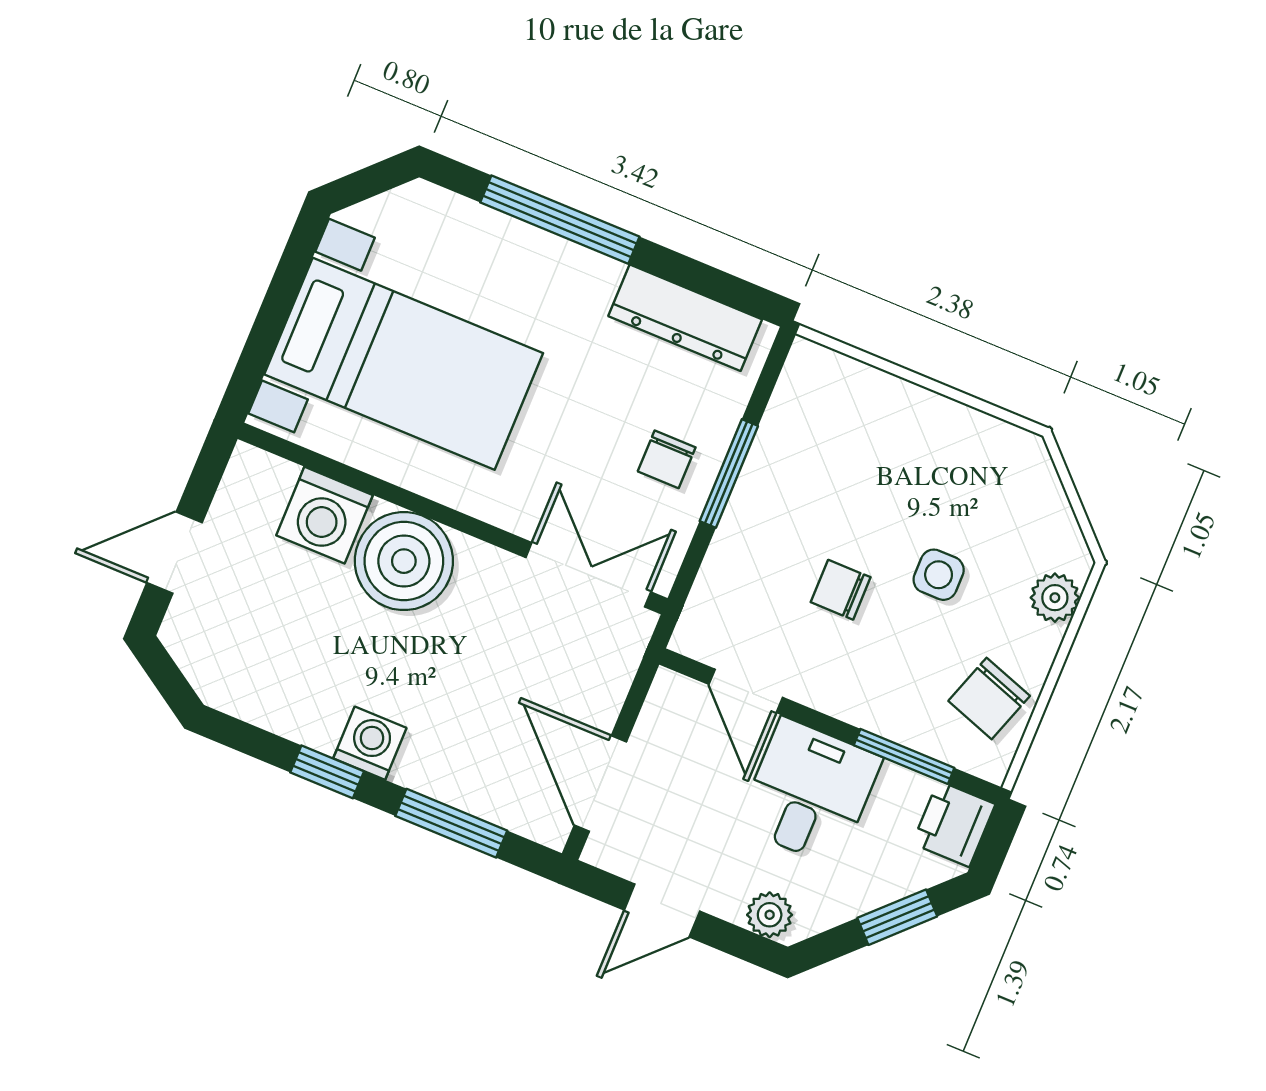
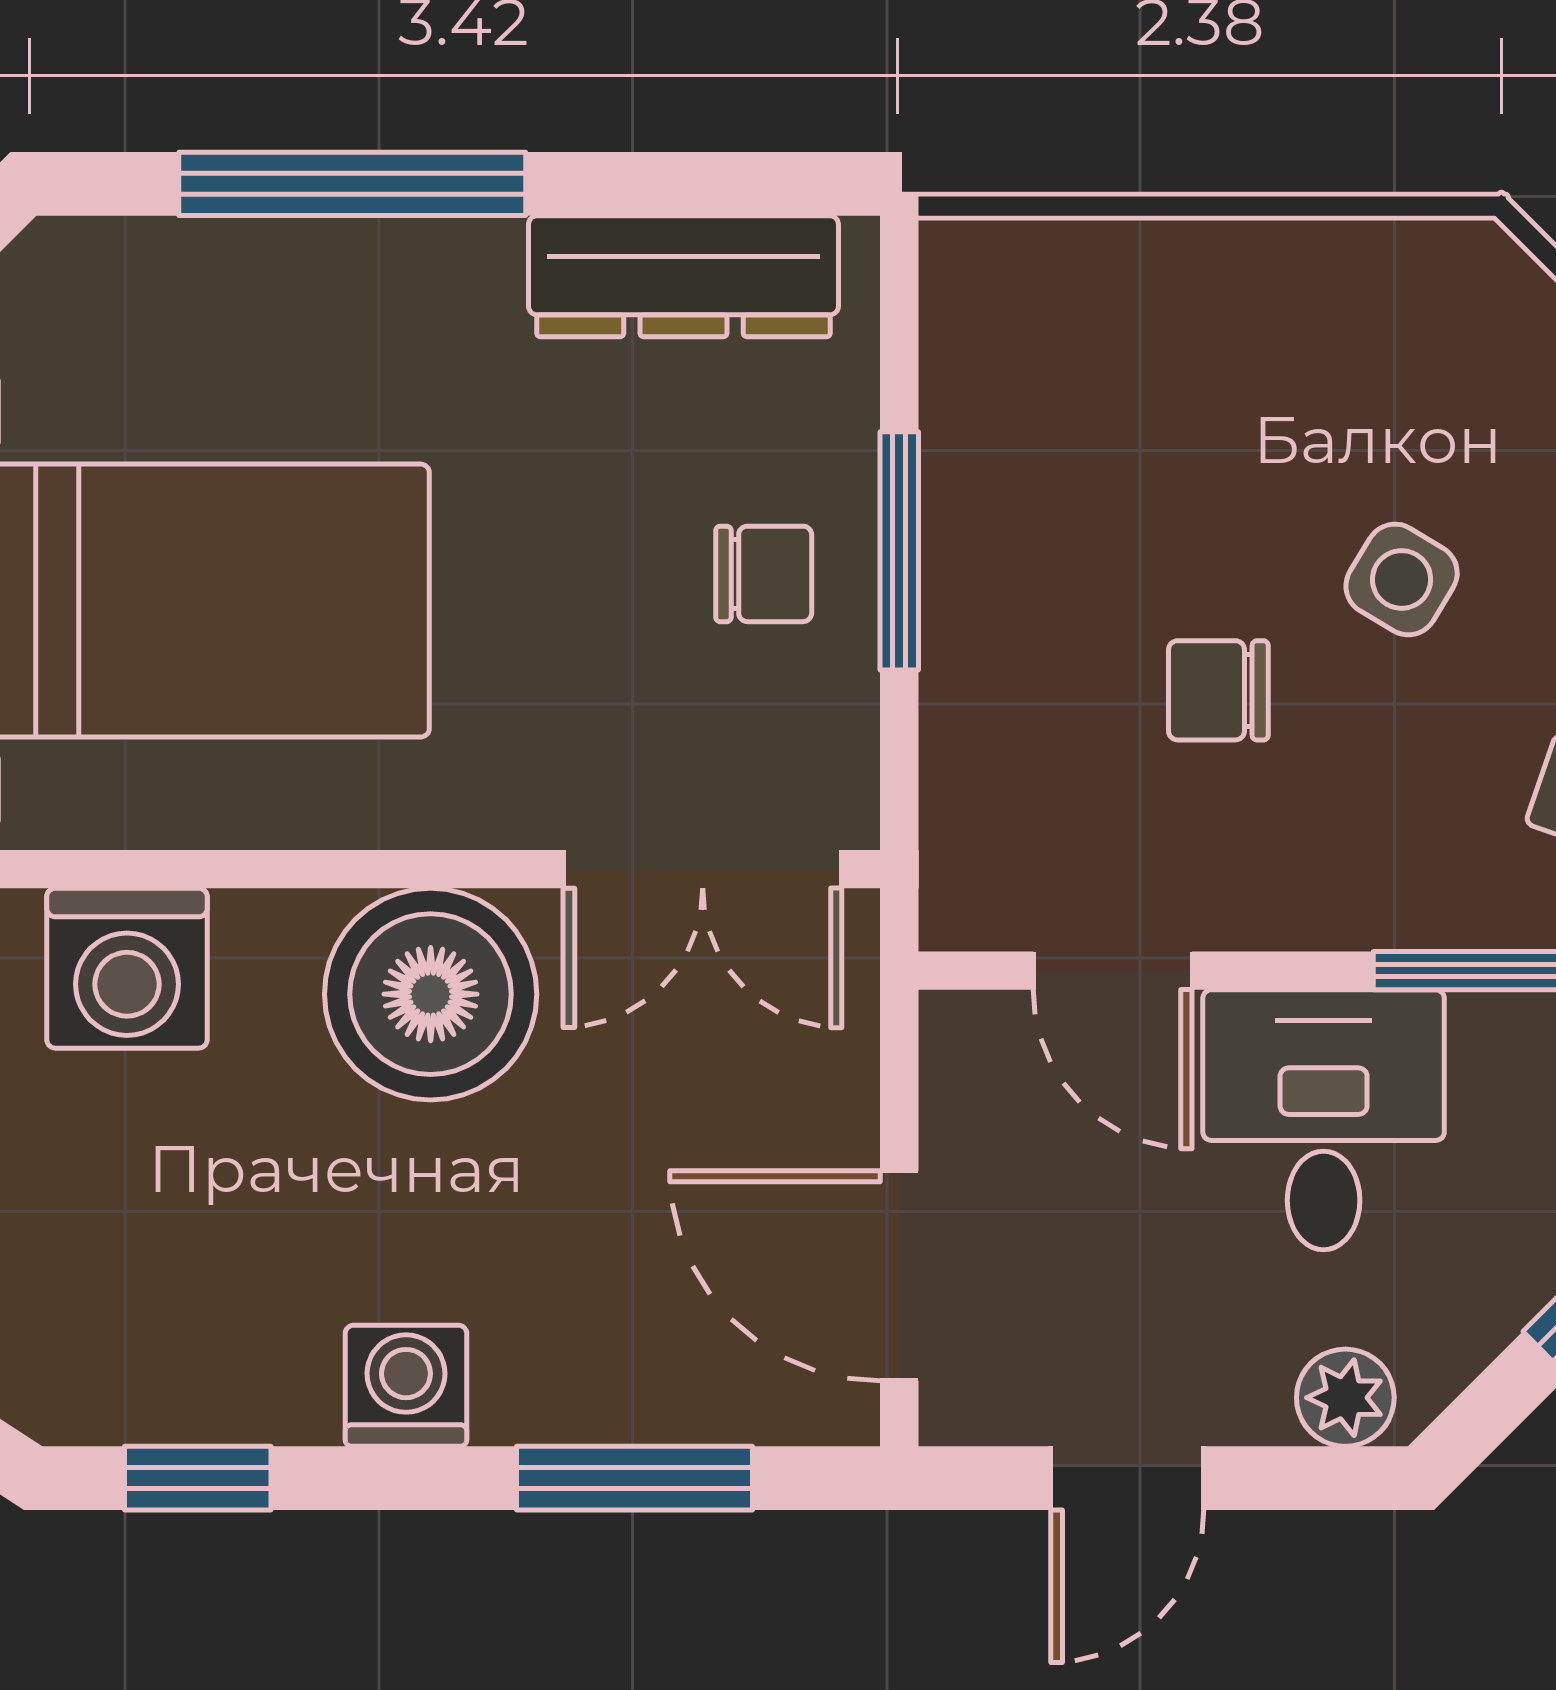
chair: (667, 459) -> (764, 574), turned -90
boiler: (404, 561) -> (431, 994), moved
double door: (588, 575) -> (703, 869), swing flipped
side table: (939, 575) -> (1402, 579), turned 31
window: (327, 772) -> (198, 1478), moved

